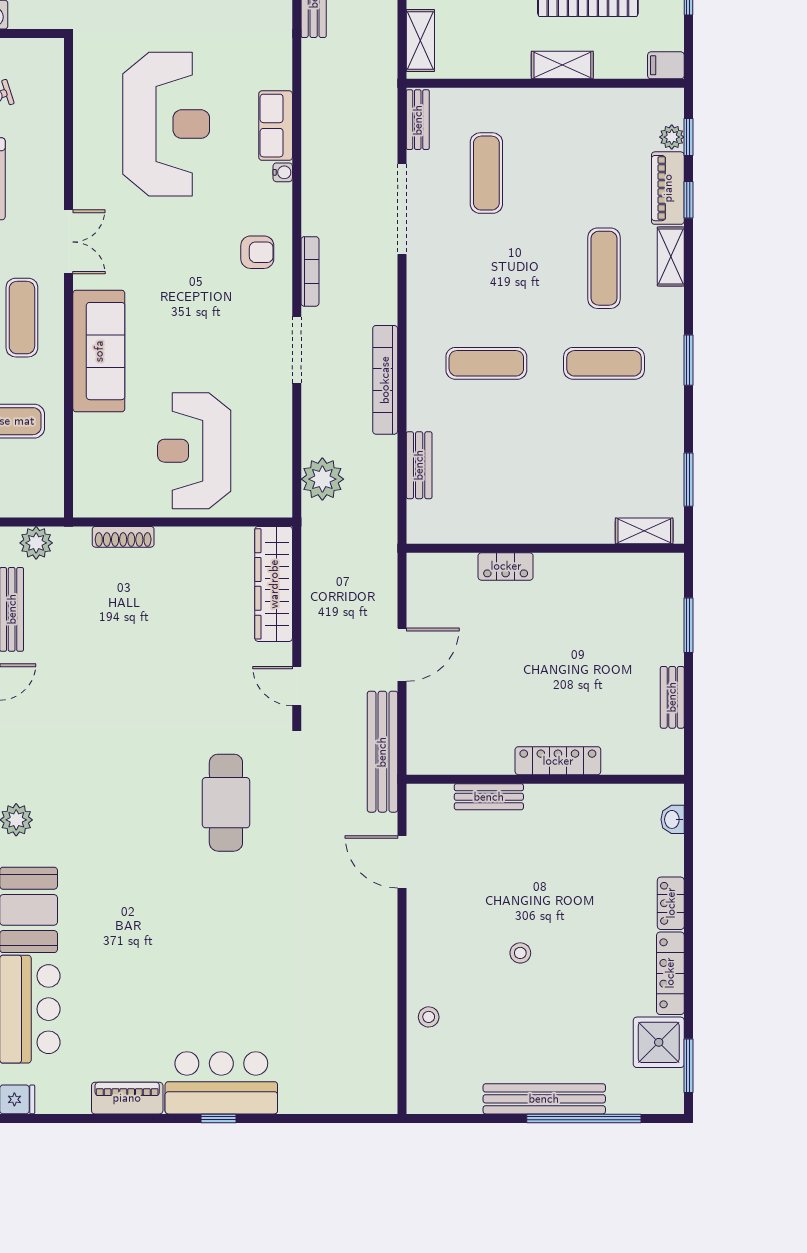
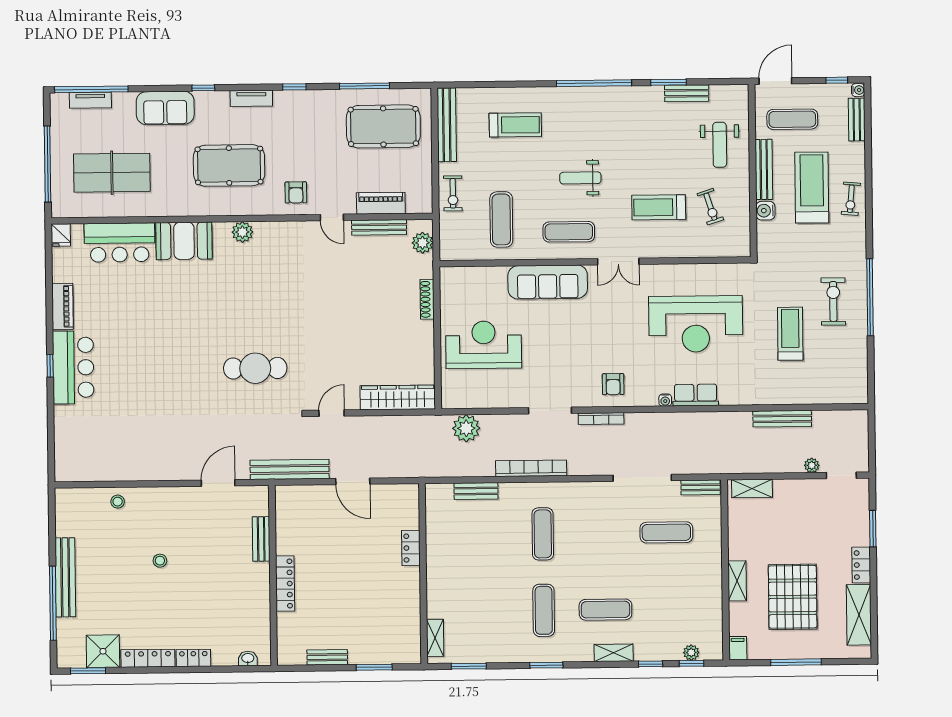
piano: (668, 188) -> (658, 650), removed

